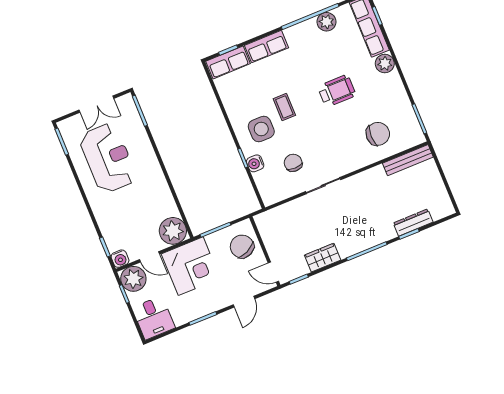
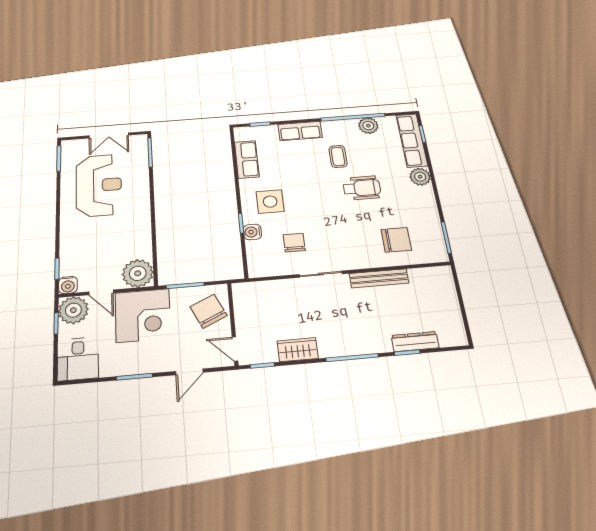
row of seats: (228, 62) -> (247, 159), moved, turned -90
coffee table: (284, 107) -> (338, 156), moved
bench: (408, 160) -> (379, 278), moved

